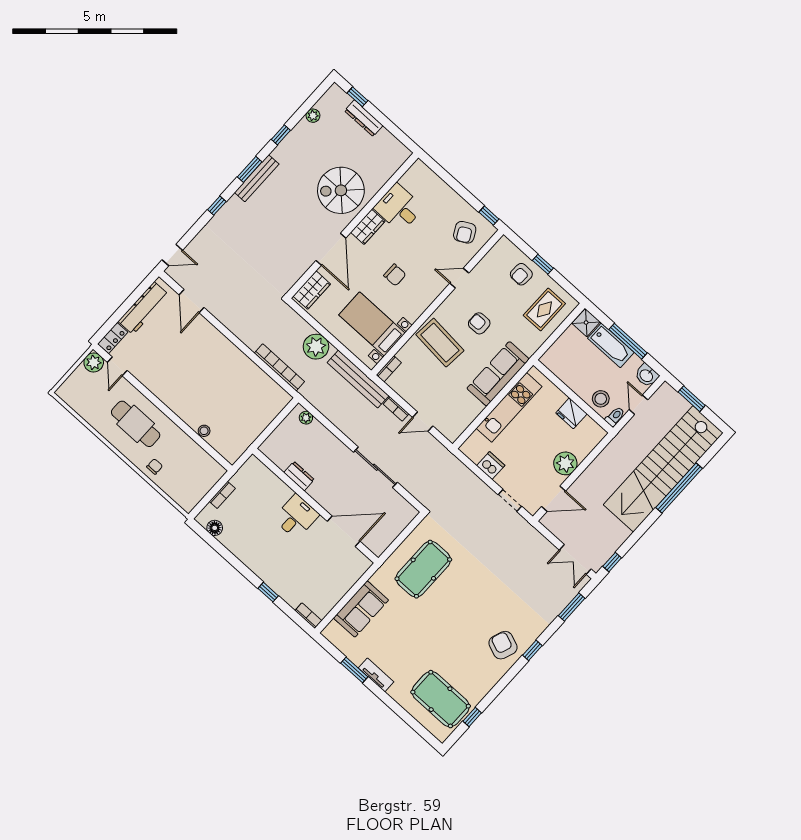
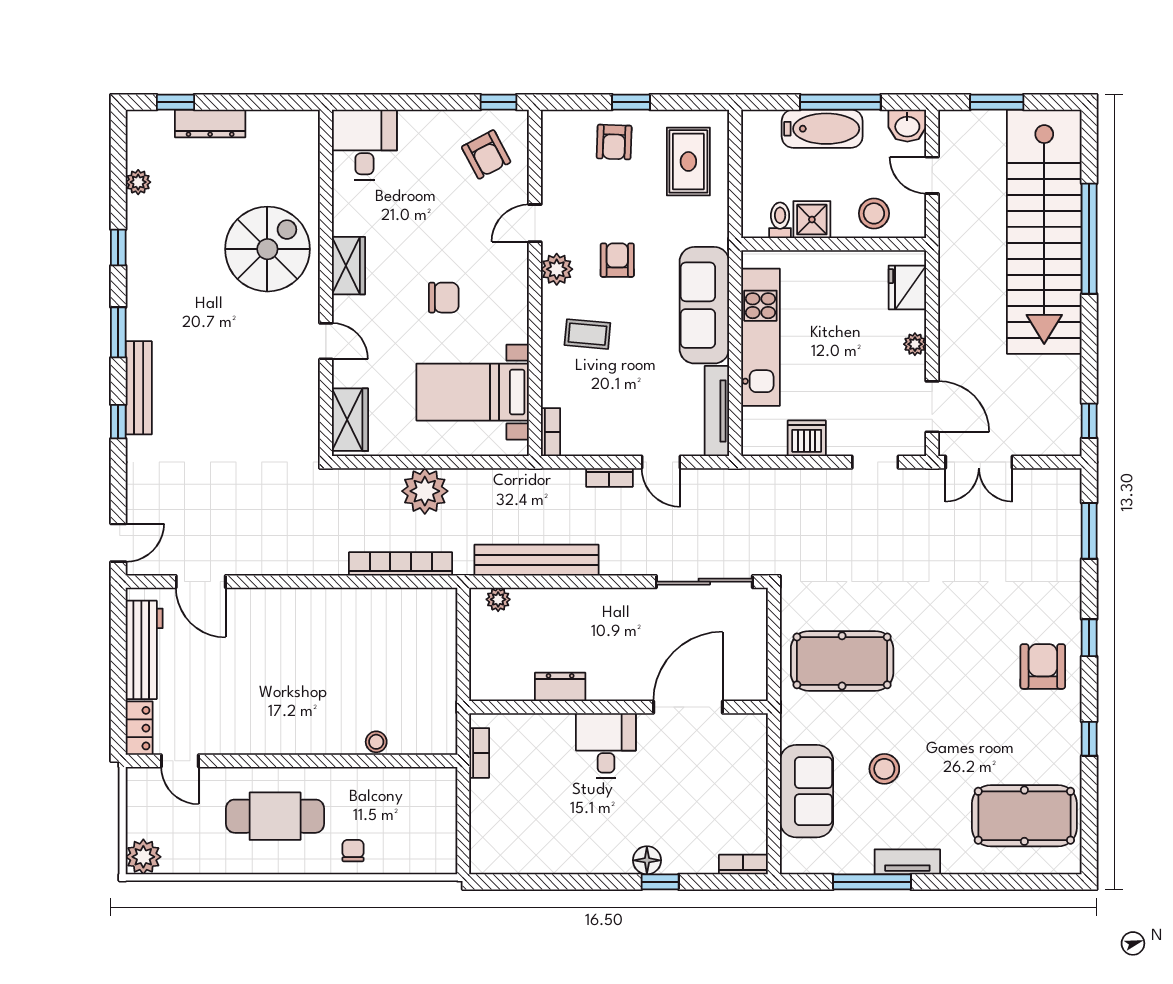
bench: (257, 178) -> (139, 388), moved
spiral stairs: (341, 190) -> (267, 249), turned 180
desk: (399, 208) -> (364, 145), moved, turned 90
door: (331, 249) -> (326, 341), width x0.53
plant: (451, 305) -> (557, 269), added
armchair: (479, 323) -> (617, 260), turned 90
shower: (586, 323) -> (812, 220), moved
coffee table: (440, 343) -> (587, 334), width x0.54, depth x0.58
plant: (94, 362) -> (143, 857), moved
bench: (358, 379) -> (536, 560), moved
fridge: (571, 413) -> (907, 287), moved, turned 90
toilet: (615, 417) -> (780, 220), moved
tv unit: (464, 421) -> (717, 411), added
door: (423, 422) -> (661, 462), hinge flipped
plant: (565, 463) -> (915, 344), width x0.53, depth x0.53
sliding door: (375, 467) -> (704, 582), moved
bookcase: (222, 495) -> (479, 753), moved
door: (553, 499) -> (932, 407), hinge flipped
floor lamp: (215, 528) -> (647, 860), moved
double door: (575, 559) -> (979, 462), moved
pool table: (423, 569) -> (842, 661), turned 90
stool: (401, 629) -> (884, 769), added
armchair: (503, 645) -> (1043, 666), turned 69
window: (354, 670) -> (872, 882), width x1.44
window: (472, 717) -> (1089, 739), moved

